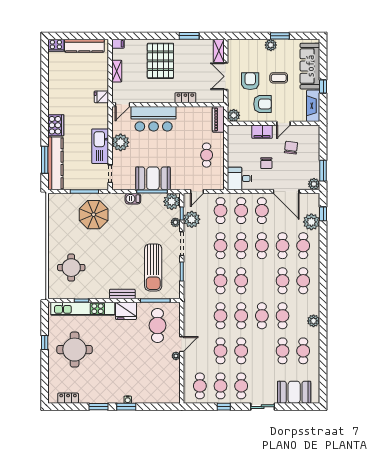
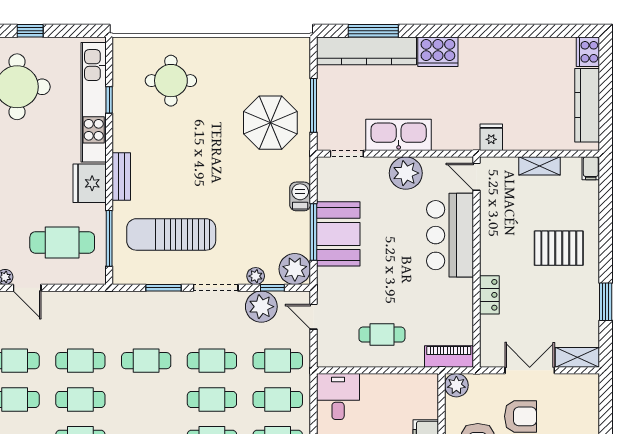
pallet: (160, 61) -> (559, 248), width x0.73, depth x0.71
cafe table: (241, 281) -> (146, 399), removed

